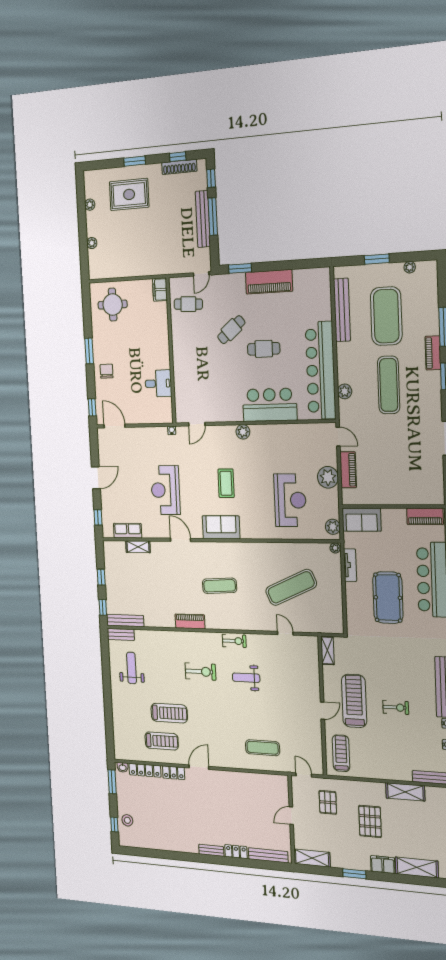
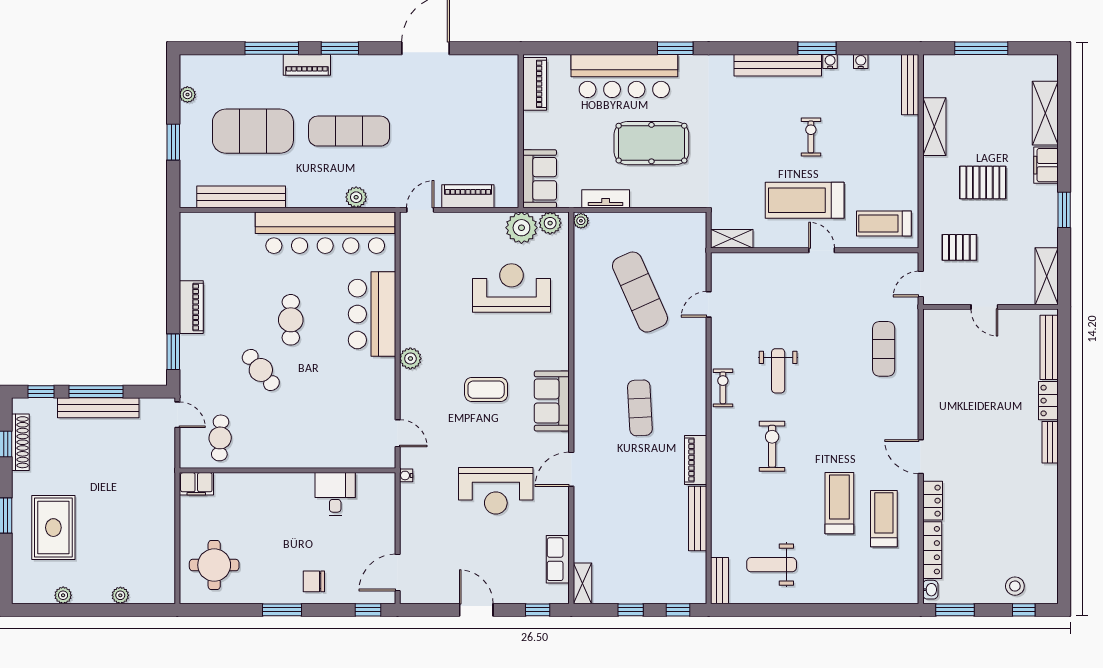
piano: (269, 282) -> (191, 307), width x0.73, depth x0.75
plant: (328, 477) -> (521, 228), moved
shelving: (138, 547) -> (582, 583), moved
bench: (125, 621) -> (698, 519), moved

